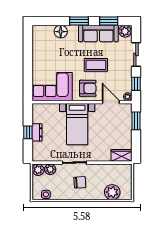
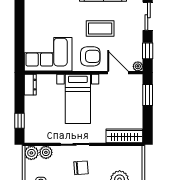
window: (28, 132) -> (19, 121), moved
dresser: (37, 132) -> (30, 85), moved
wardrobe: (121, 155) -> (124, 136), width x1.50

